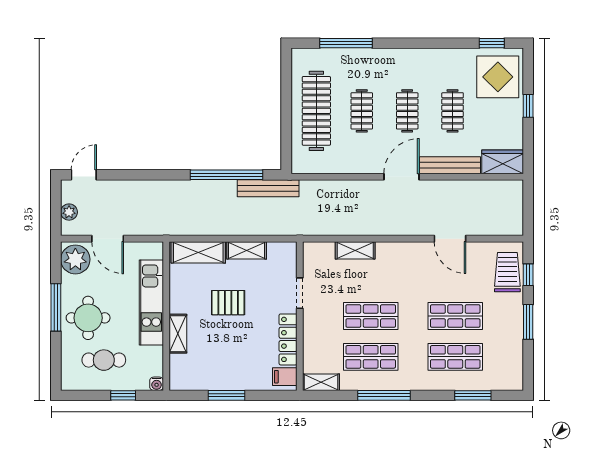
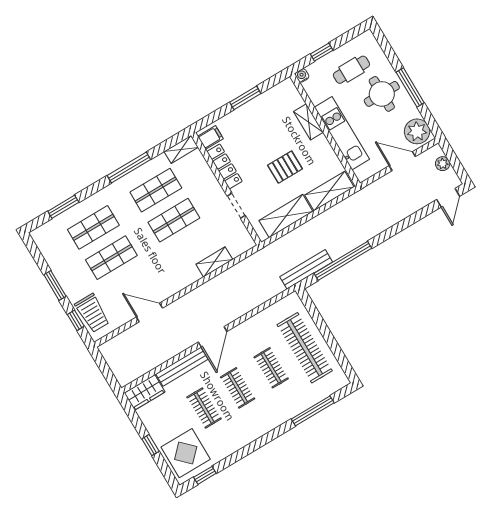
shelving: (247, 250) -> (286, 216), width x1.50, depth x1.33

